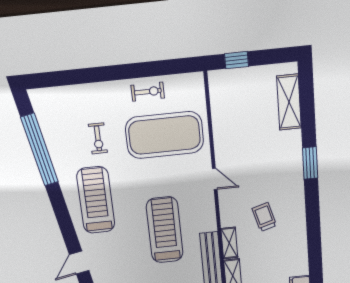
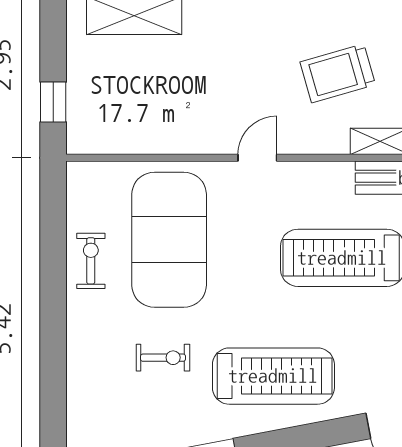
treadmill: (96, 200) -> (273, 376), turned 180
trolley: (264, 217) -> (338, 73), width x1.36, depth x1.39

